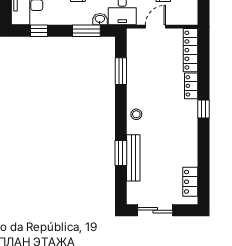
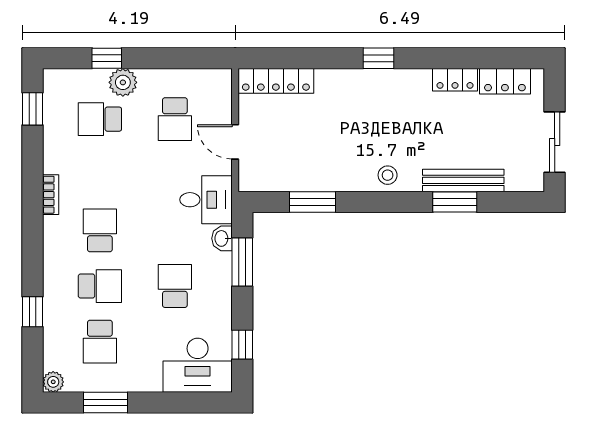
locker: (191, 86) -> (455, 80), moved

